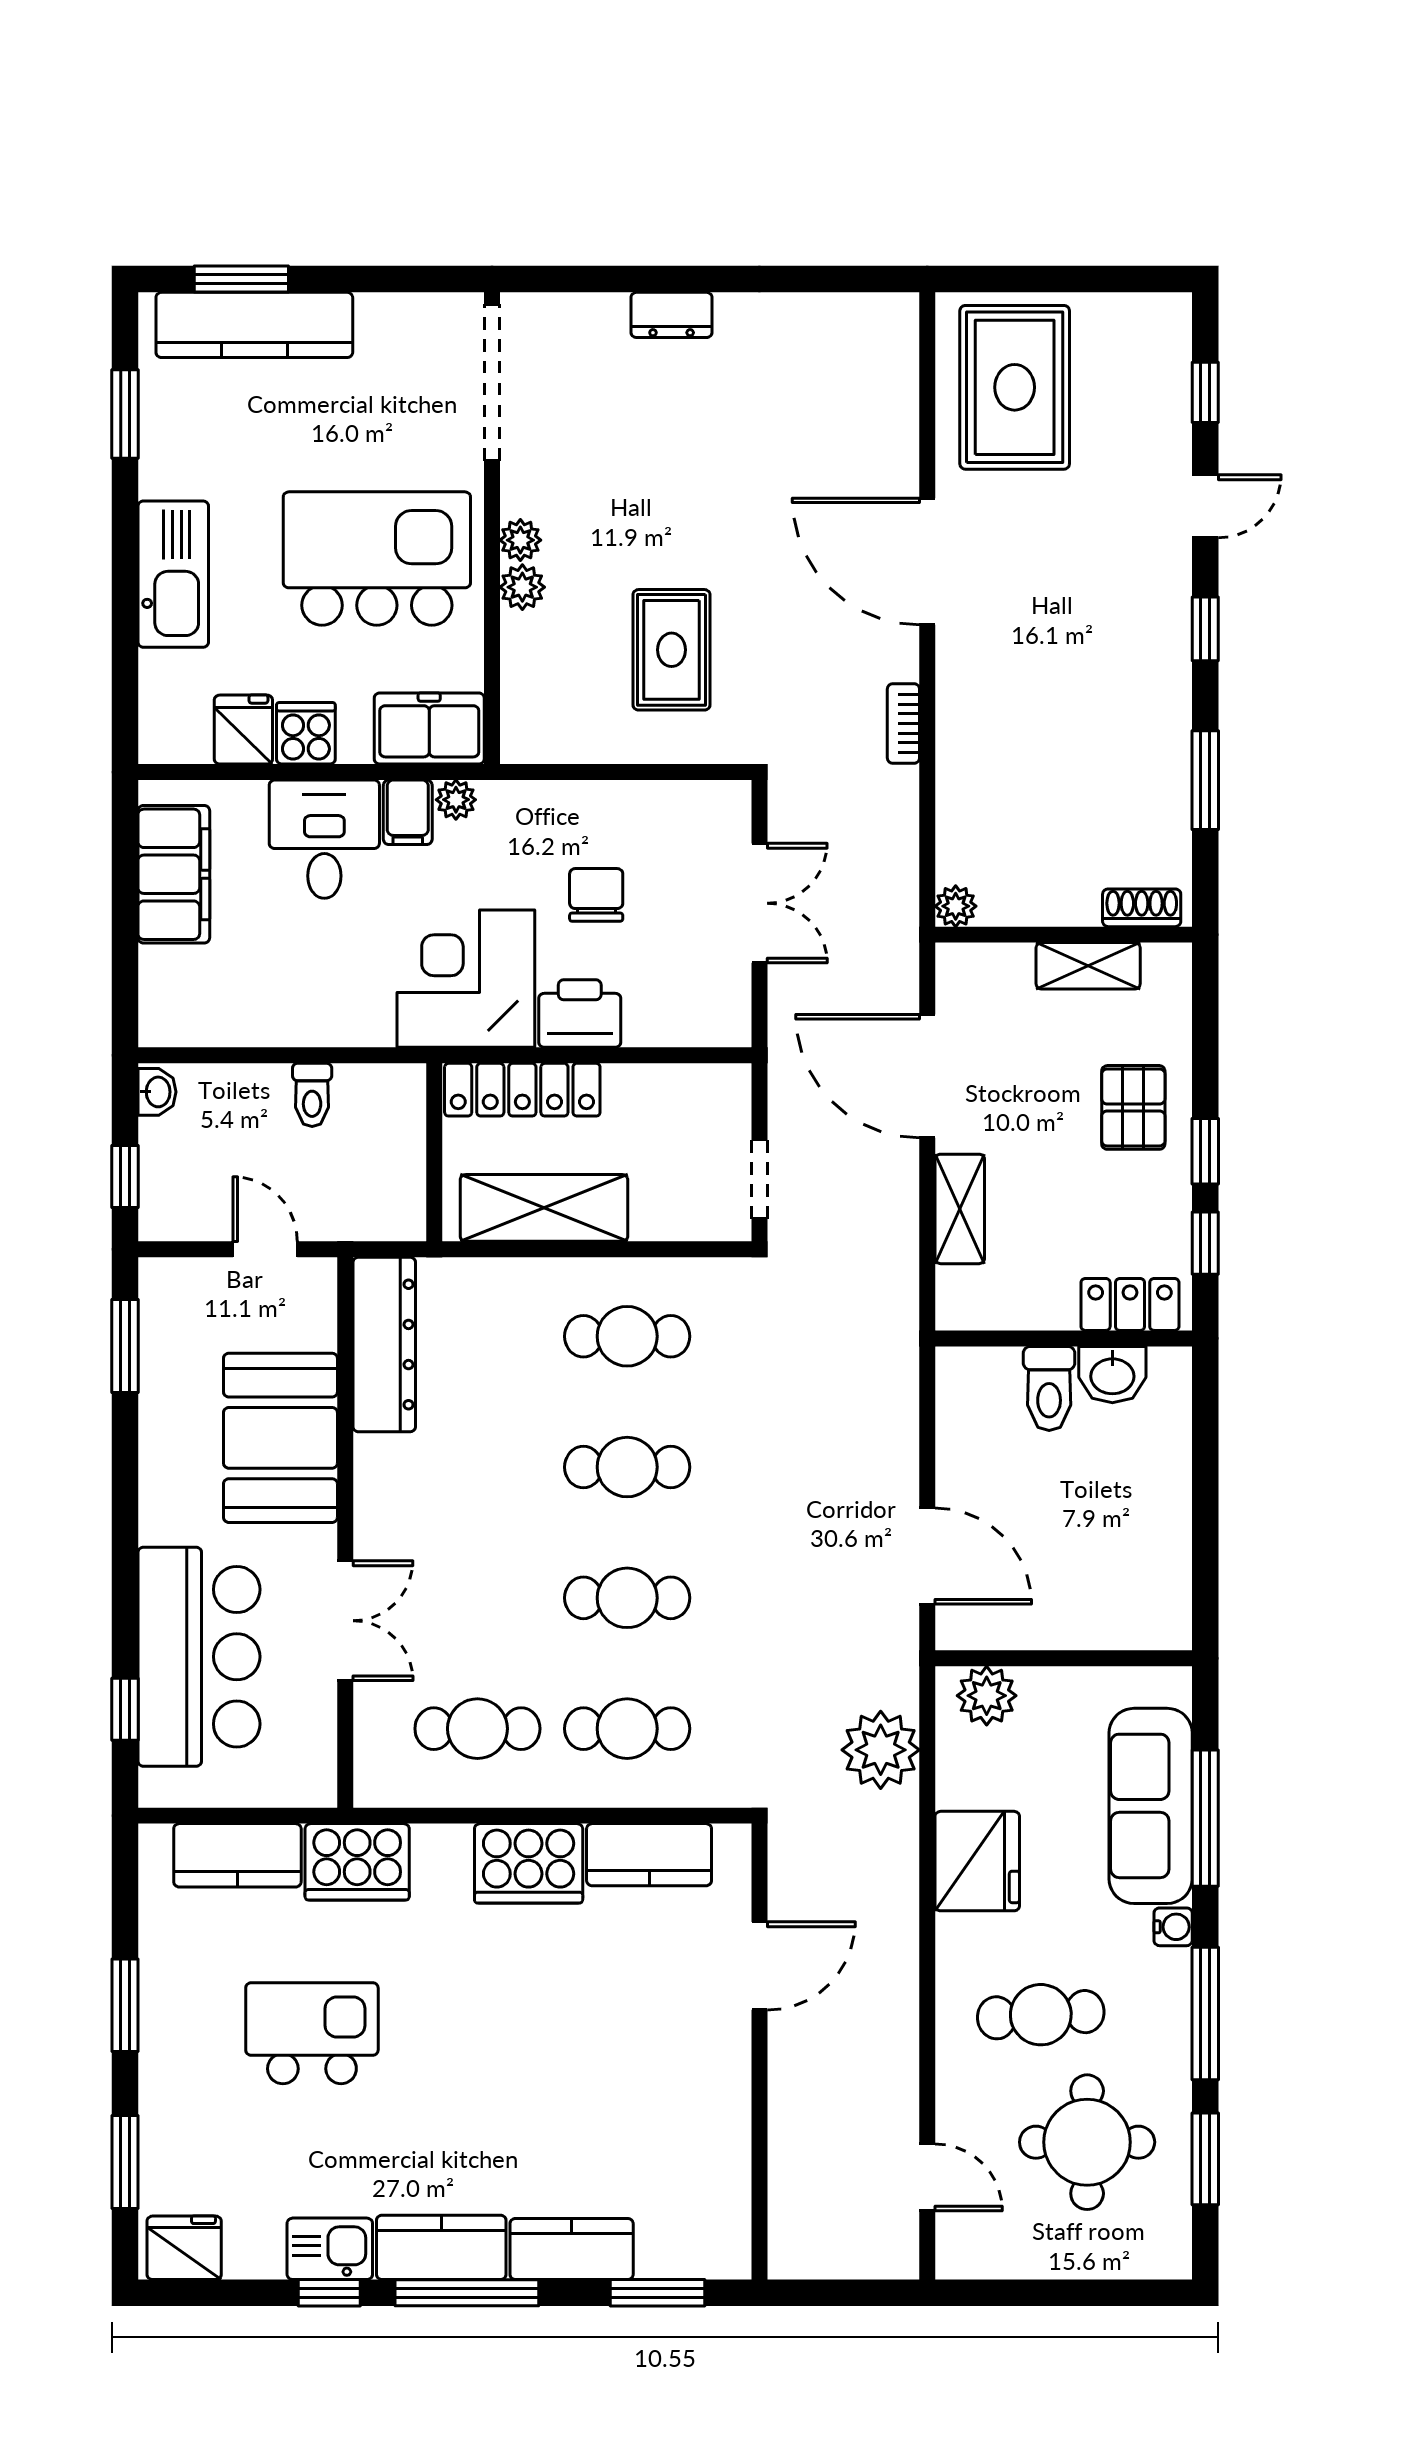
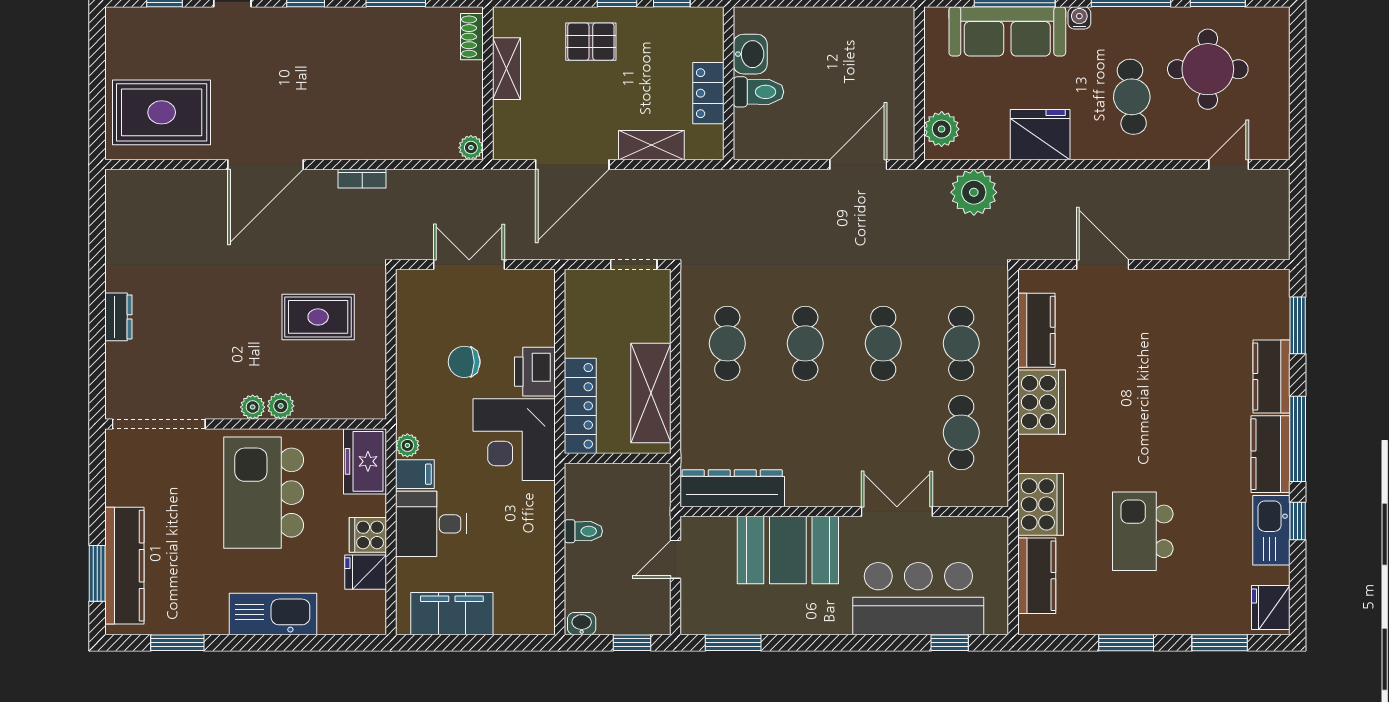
locker: (1130, 1304) -> (708, 93), moved
kitchen sink: (330, 2249) -> (1271, 530), width x1.38

